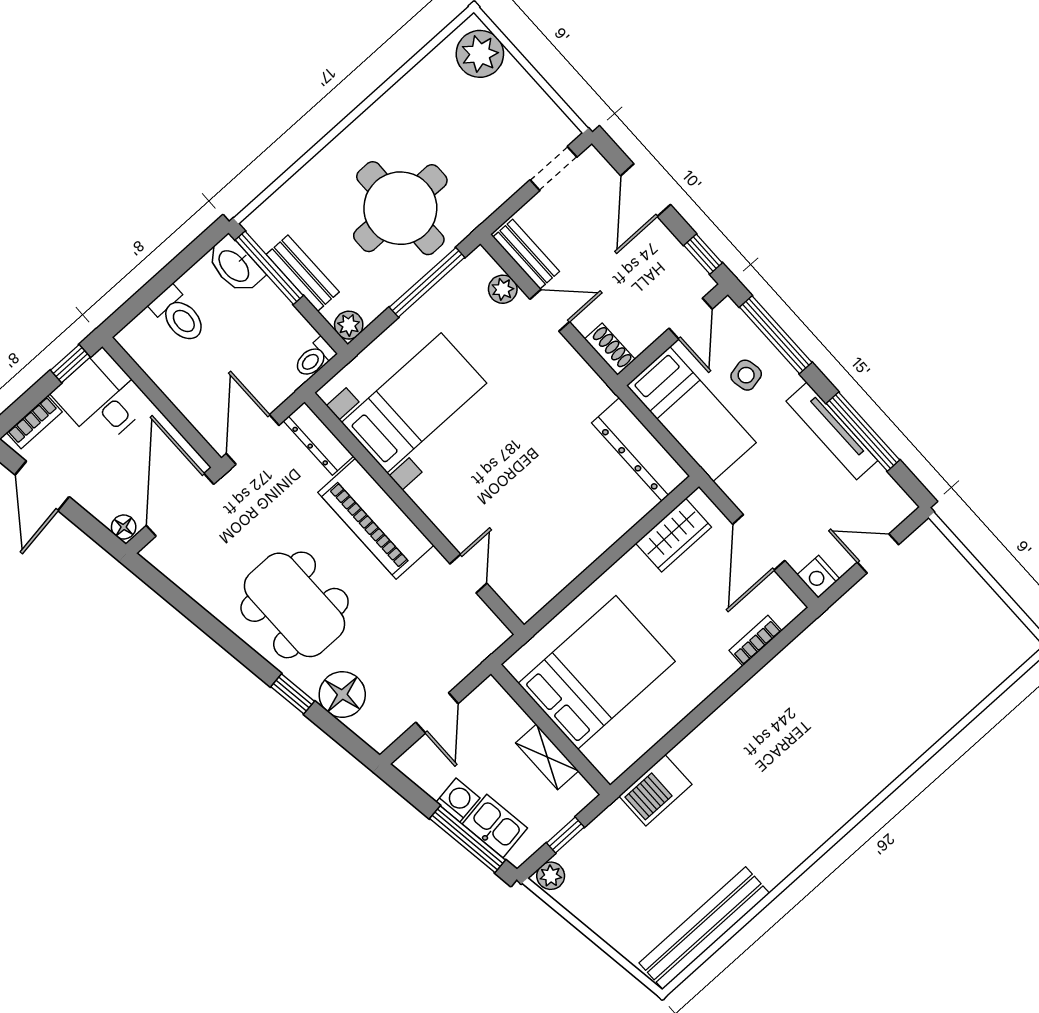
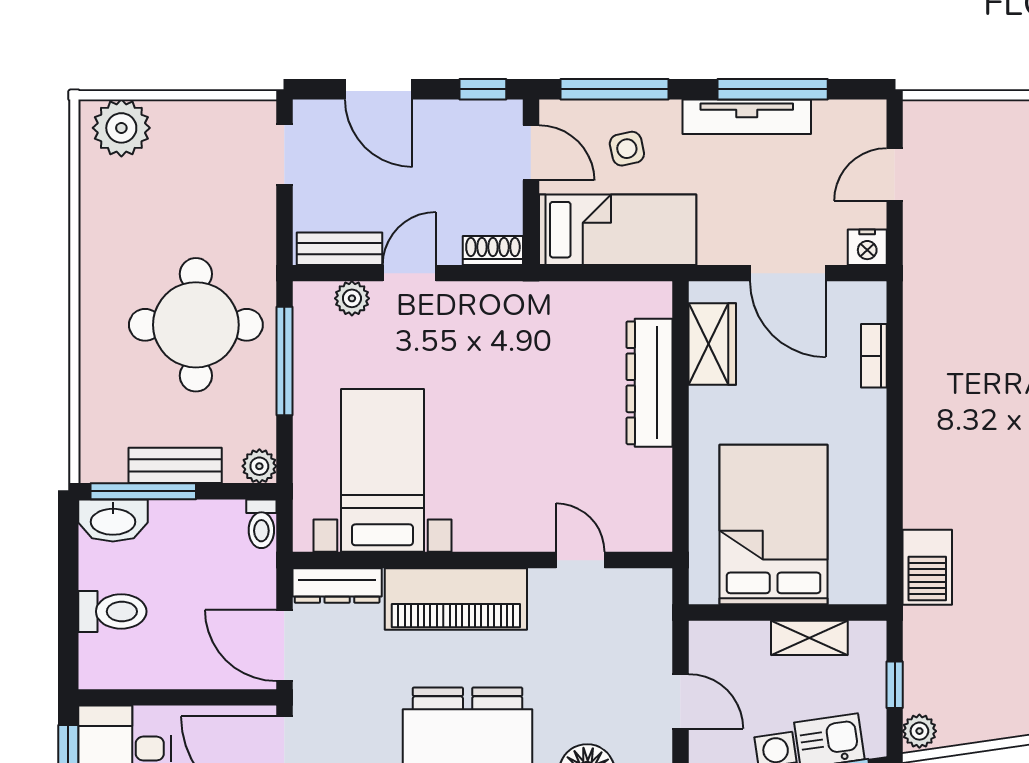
dresser: (641, 449) -> (650, 383), moved, turned 90

